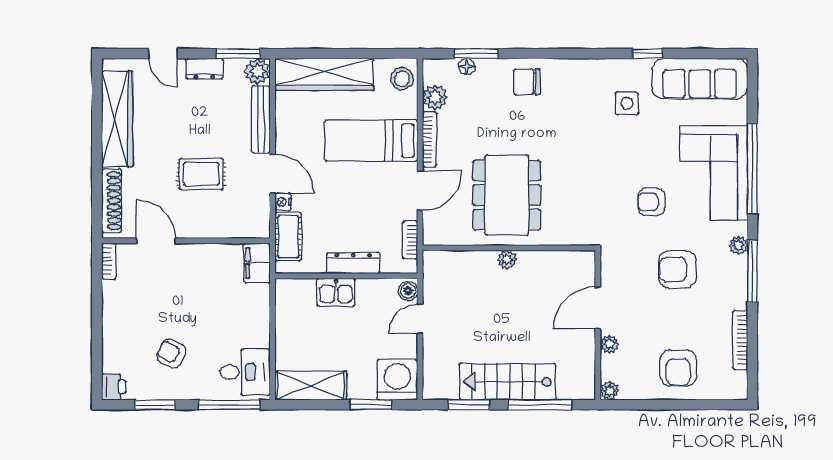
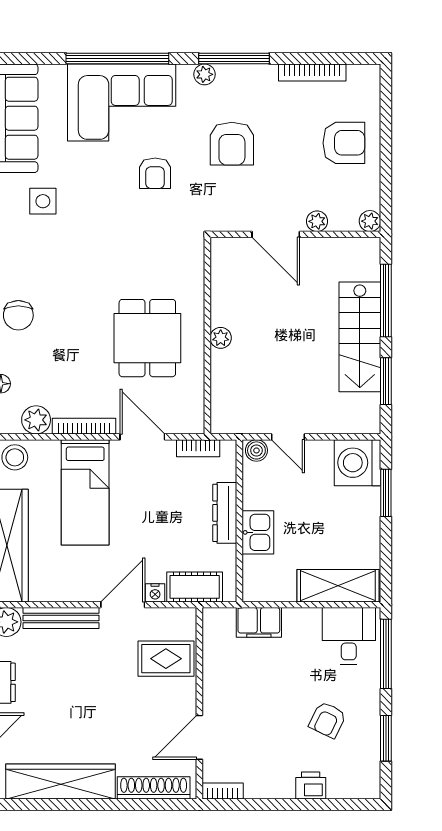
rug: (201, 174) -> (166, 659), moved, turned 90
dining table: (507, 195) -> (147, 338), width x0.73
filing cabinet: (257, 263) -> (259, 622), moved
shelving: (311, 386) -> (338, 586), moved, turned 90
printer: (114, 387) -> (311, 786), moved

